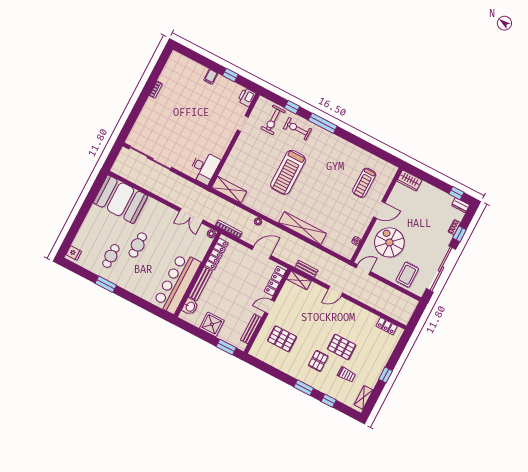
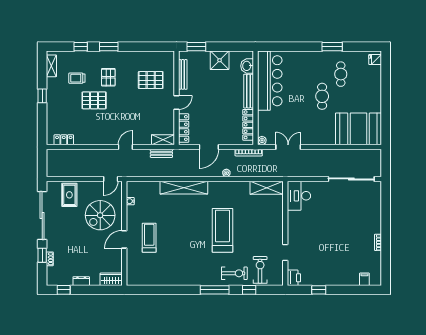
filing cabinet: (211, 77) -> (364, 279), moved
treadmill: (364, 183) -> (149, 238), moved
dresser: (460, 205) -> (81, 281), moved
spiral stairs: (389, 242) -> (100, 215), turned 90

